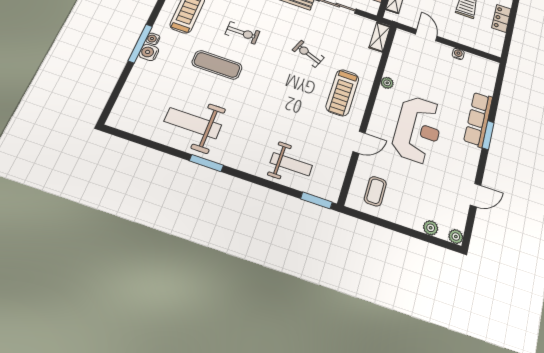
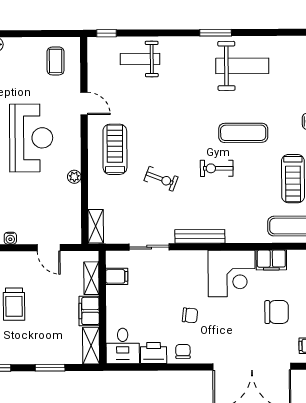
exercise bike: (243, 33) -> (217, 168), moved
reception desk: (418, 129) -> (31, 138), turned 180
door: (359, 142) -> (84, 104), swing flipped
window: (316, 200) -> (107, 33), width x0.67

